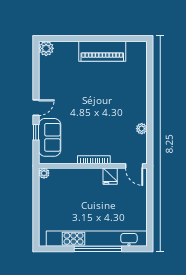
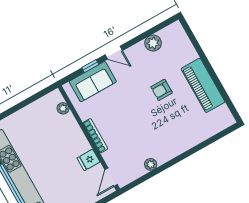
plant: (46, 48) -> (153, 43), moved
armchair: (87, 86) -> (162, 90), added
plant: (44, 173) -> (63, 108), moved

